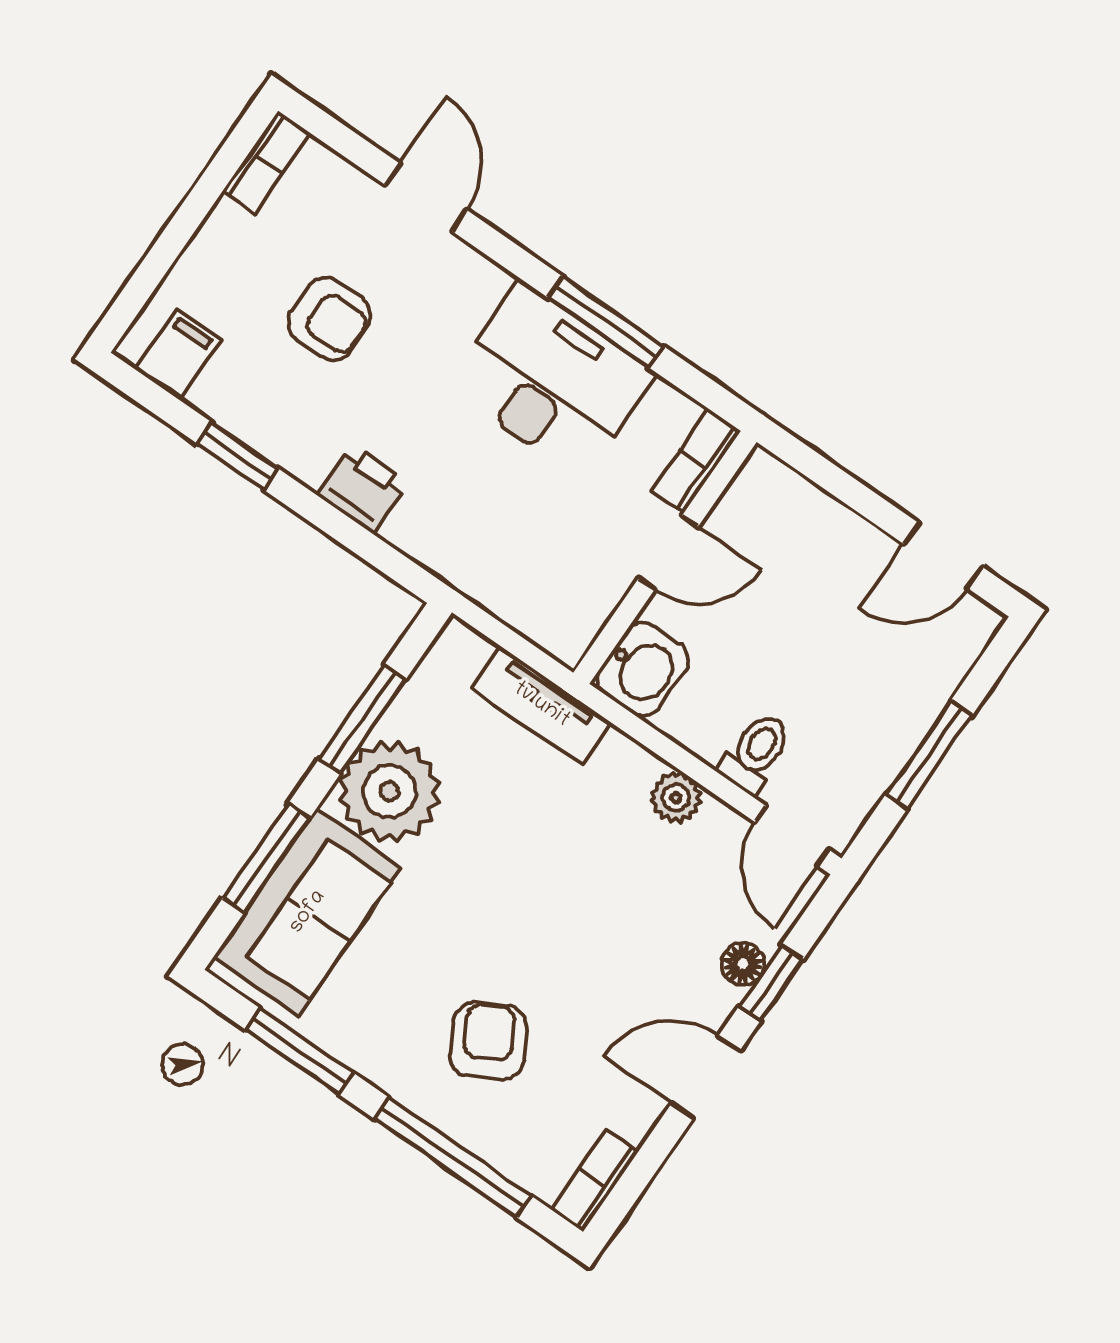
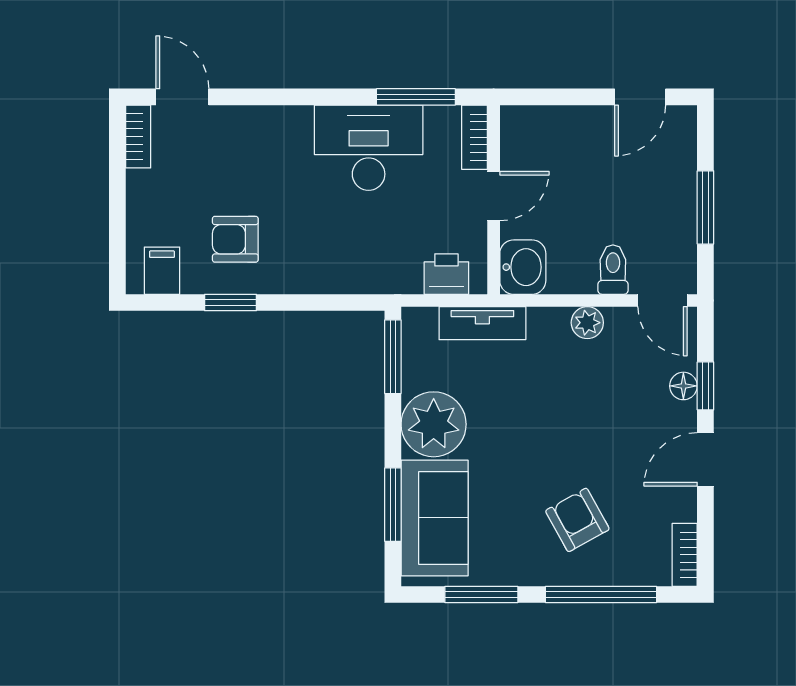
door: (426, 198) -> (182, 97), moved
armchair: (329, 319) -> (235, 239), moved, turned 180
window: (606, 322) -> (416, 97), moved
printer: (363, 489) -> (446, 274), moved
window: (362, 719) -> (393, 357), moved

